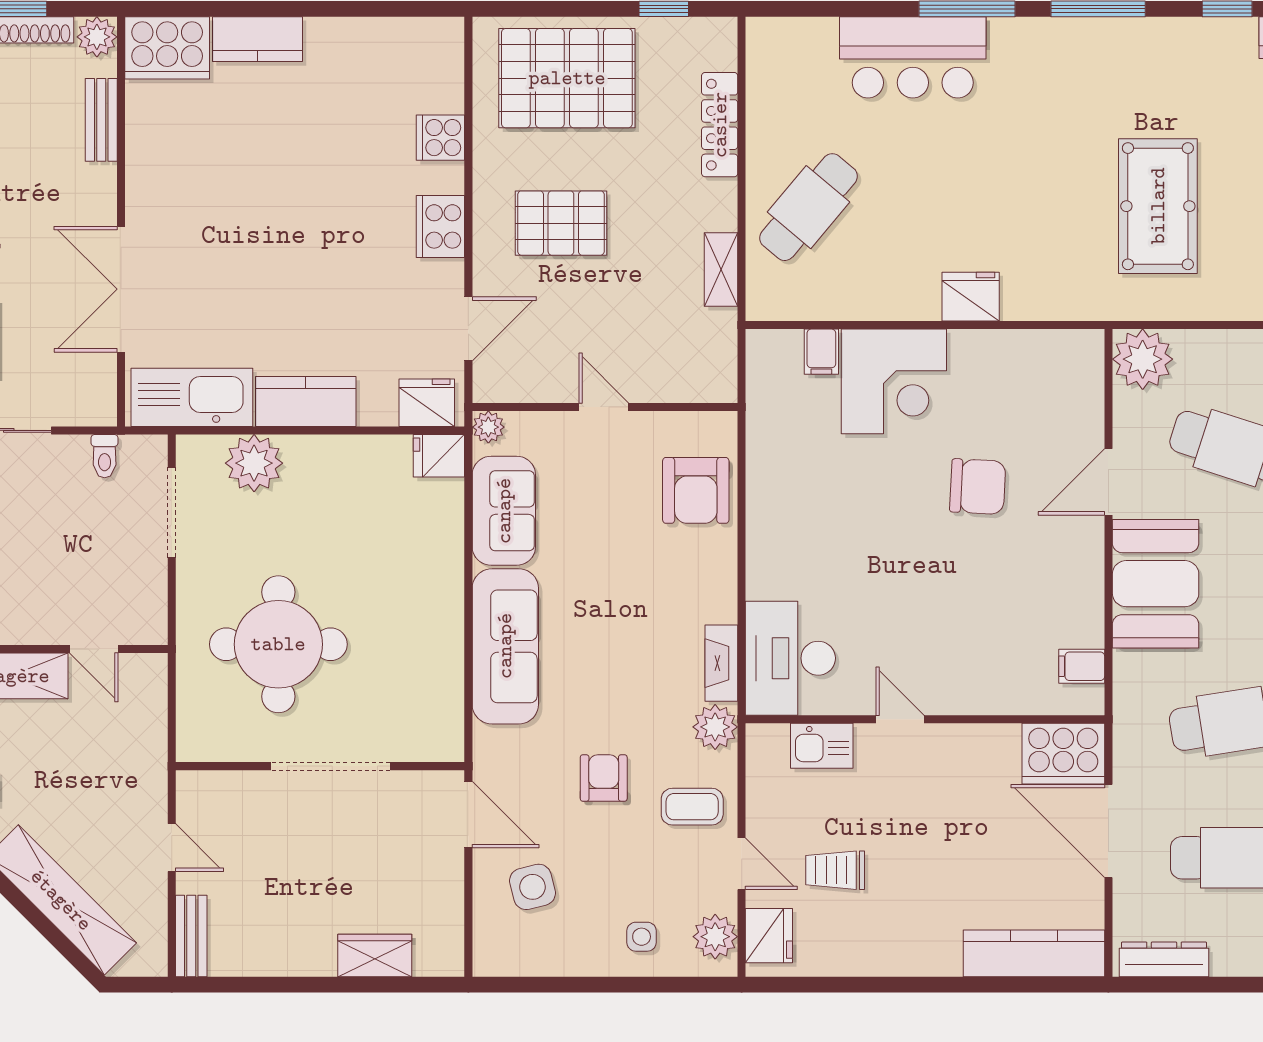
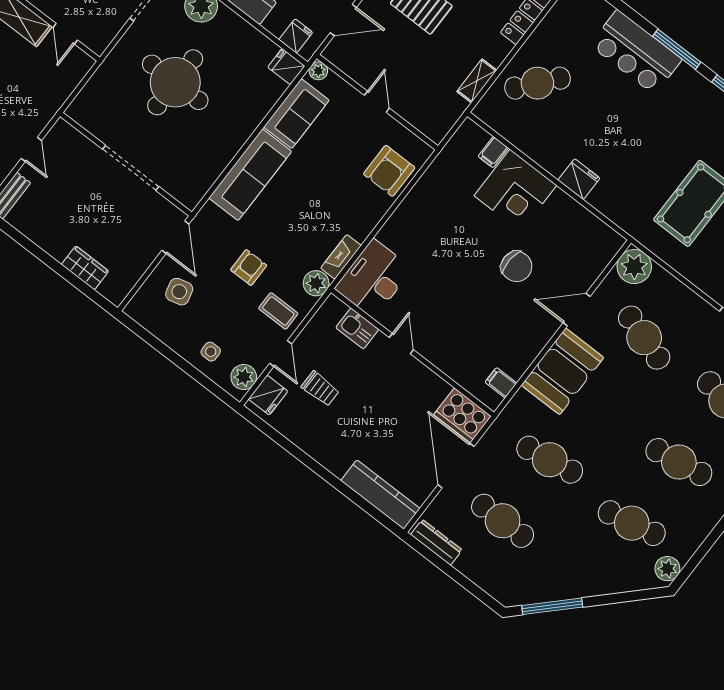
fridge: (427, 403) -> (296, 36), width x0.72
round table: (278, 644) -> (175, 82), moved
trolley: (835, 870) -> (320, 389), turned 180

